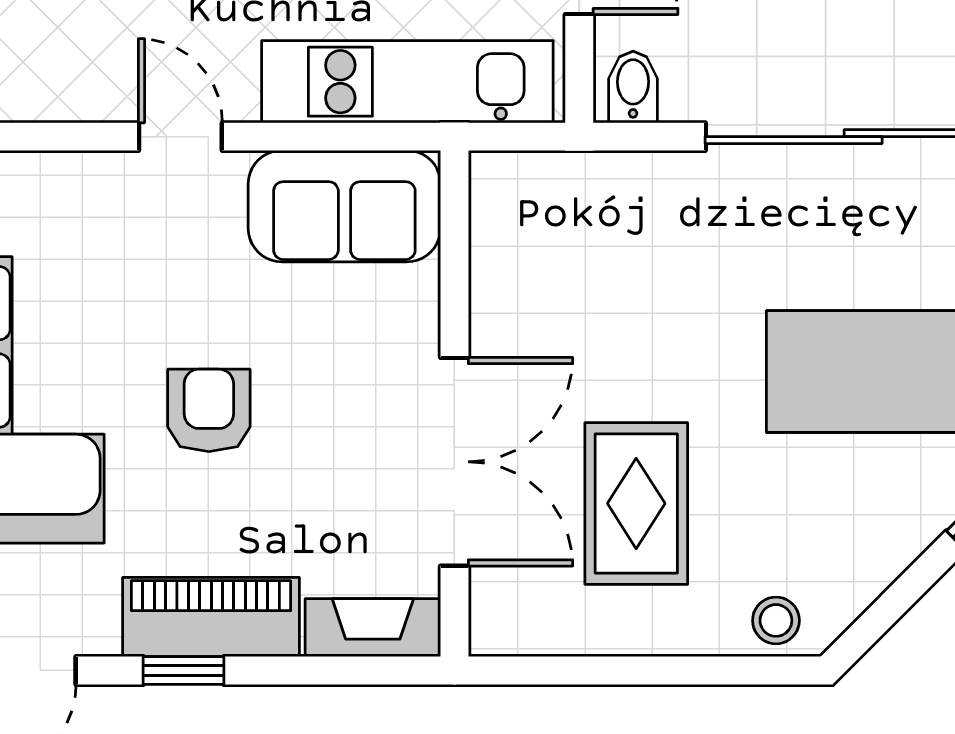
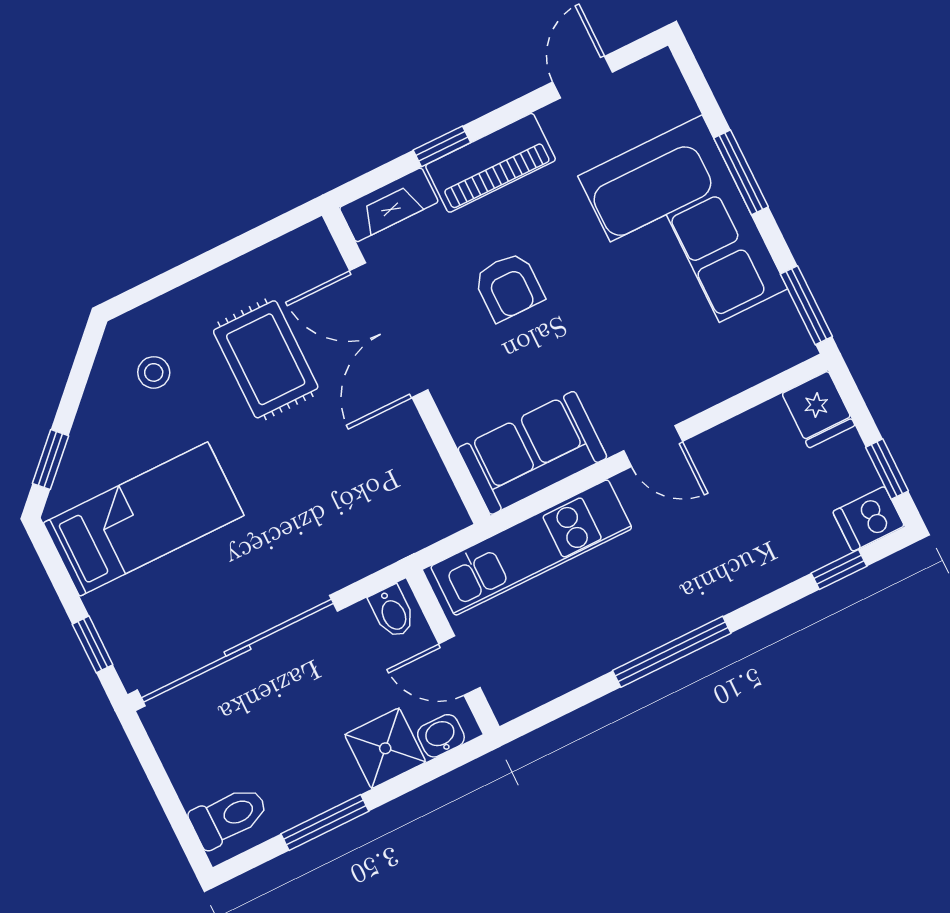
armchair: (209, 410) -> (509, 287), moved
stool: (776, 620) -> (154, 372), moved
window: (183, 670) -> (442, 146), moved

